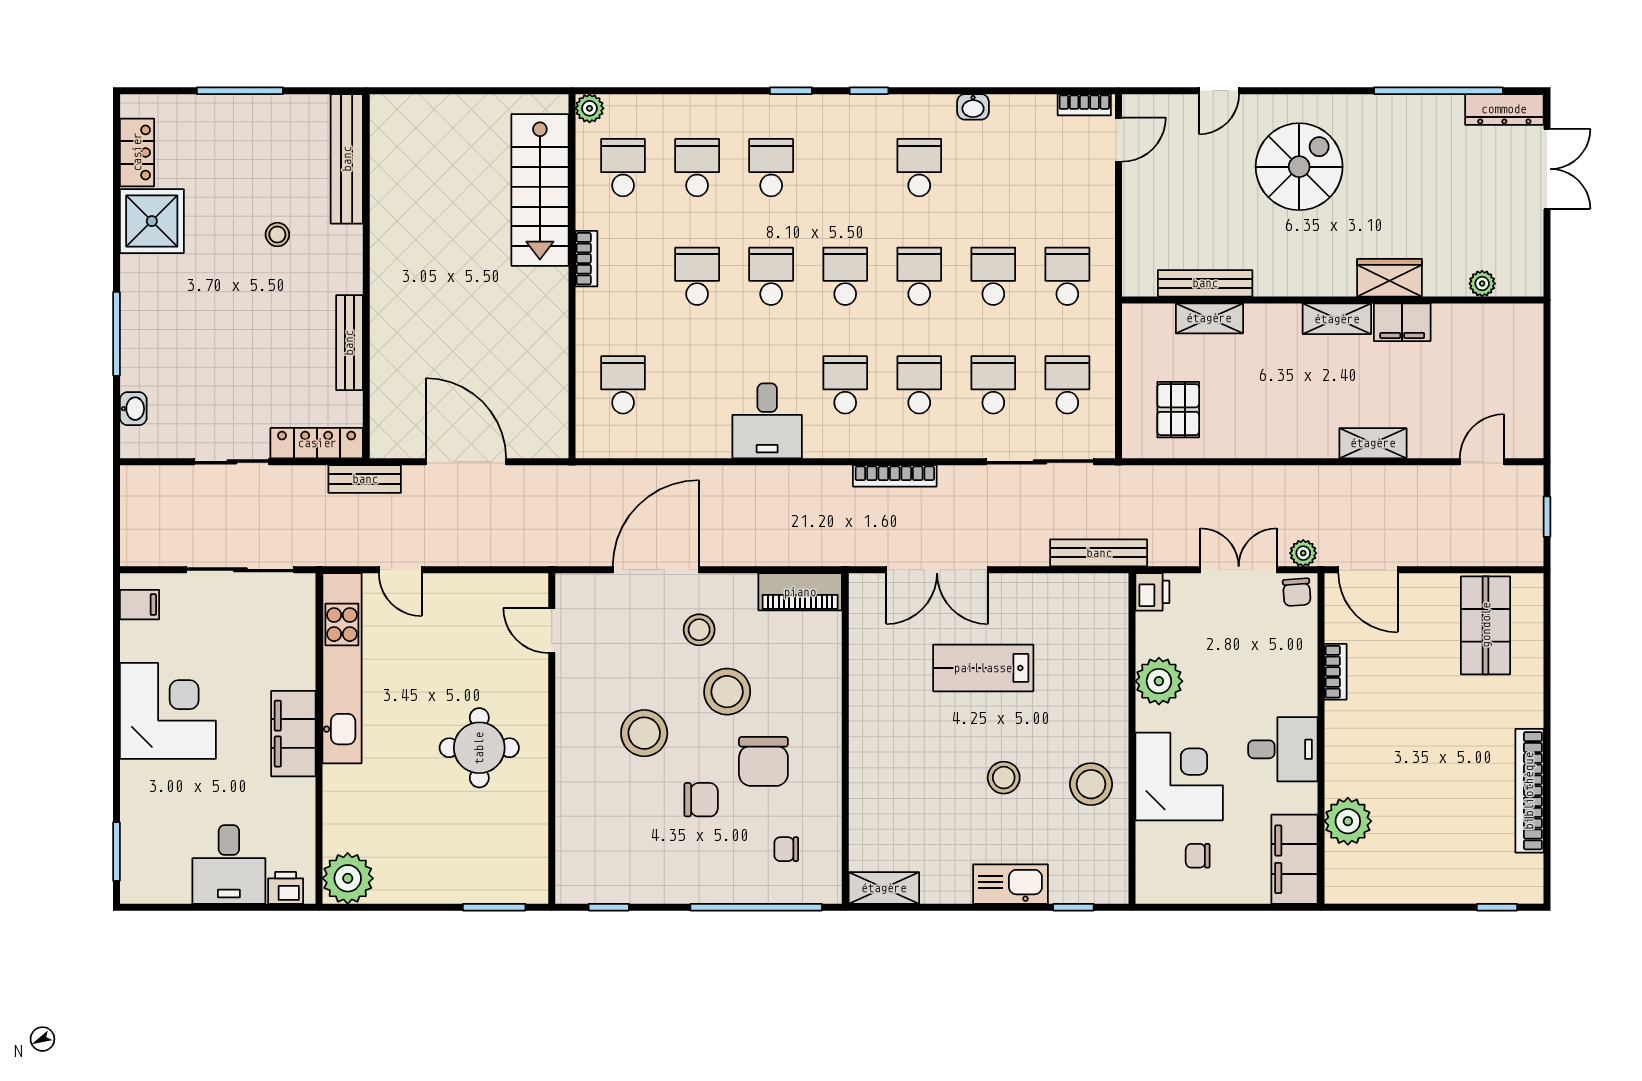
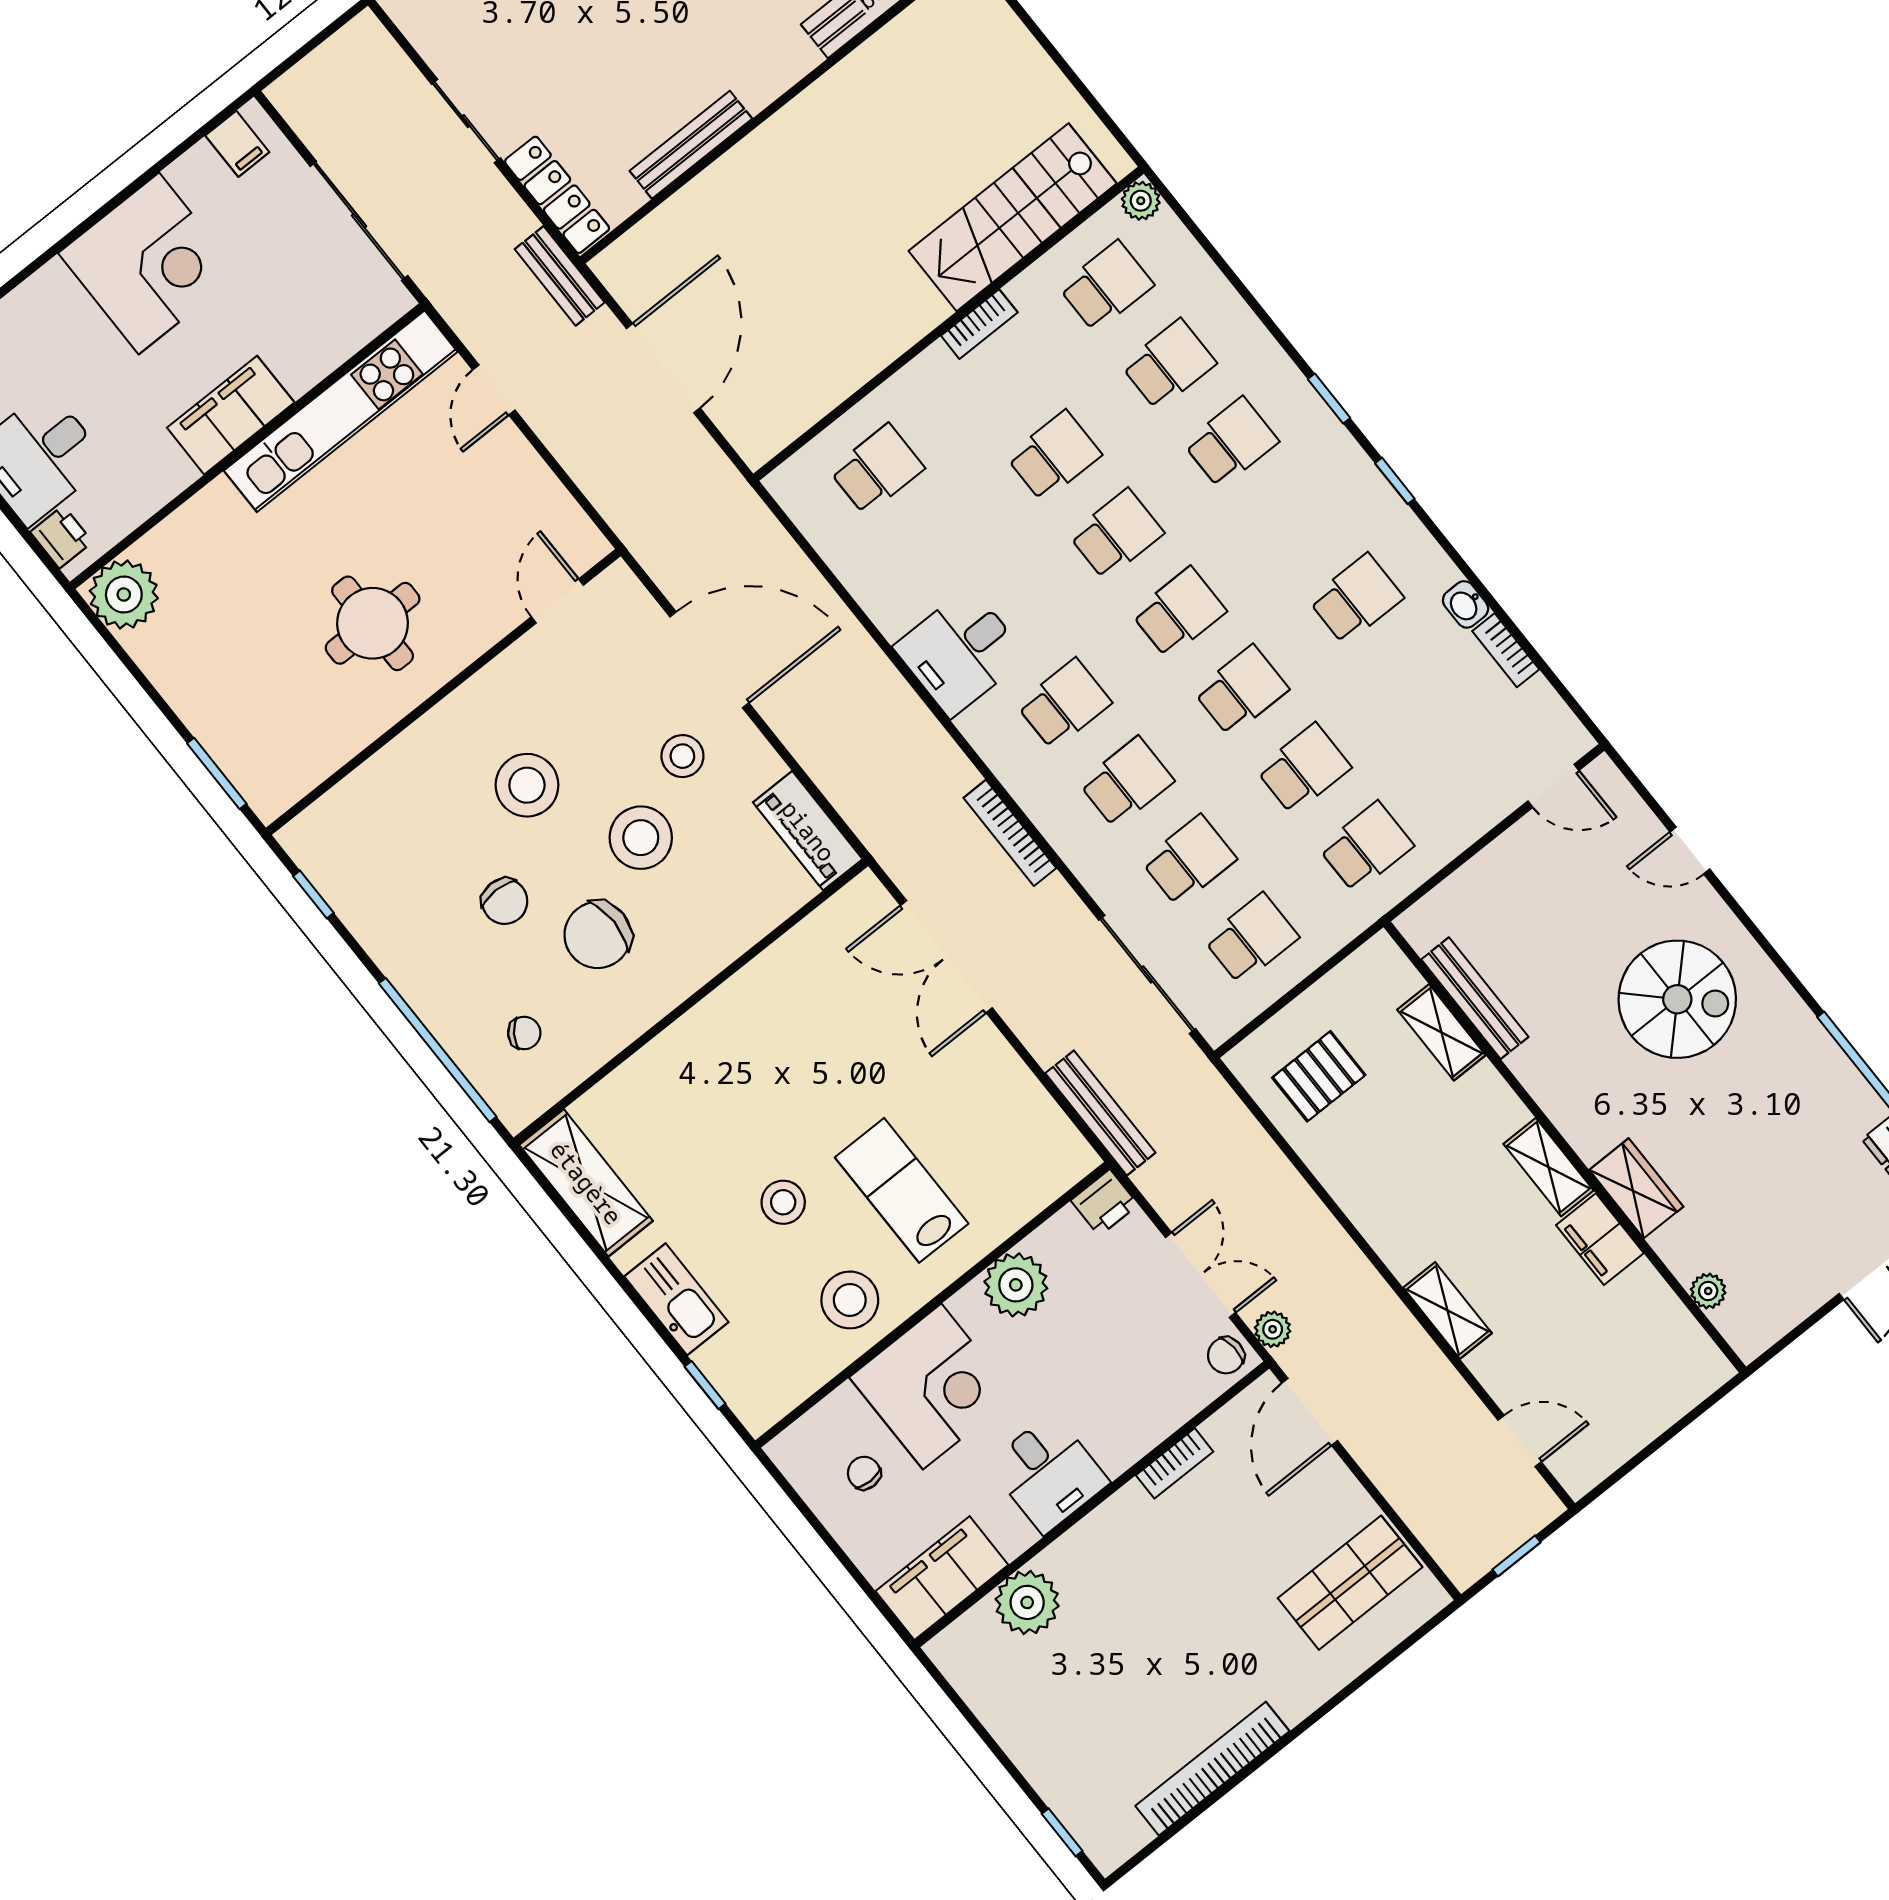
bookcase: (1084, 105) -> (1506, 650), moved
lab bench: (983, 668) -> (902, 1190), moved
chair: (786, 849) -> (524, 1033), turned 125
shelving: (884, 888) -> (586, 1183), width x1.50, depth x1.33

